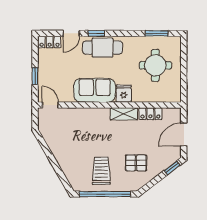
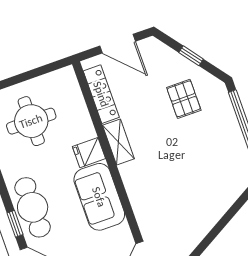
locker: (150, 114) -> (101, 94), width x1.53
window: (172, 168) -> (191, 56), moved
trolley: (101, 171) -> (213, 146), removed

